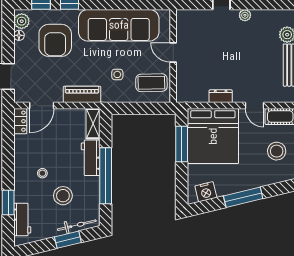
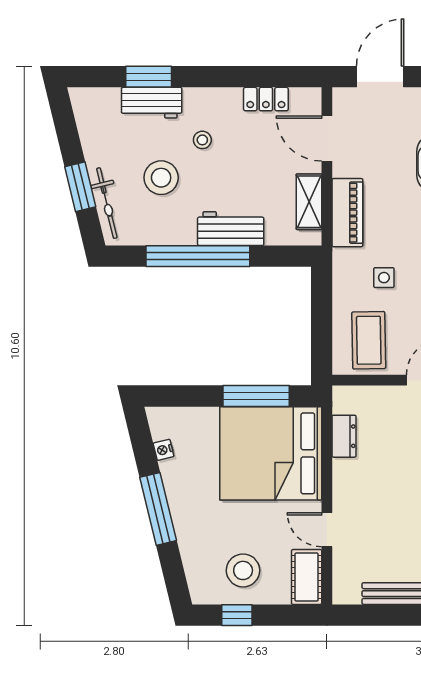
dresser: (221, 96) -> (344, 436), moved
door: (255, 106) -> (327, 530), hinge flipped
locker: (20, 121) -> (266, 99), moved
shelving: (93, 124) -> (309, 202), moved, turned 90
nightstand: (206, 192) -> (164, 450), width x0.53, depth x0.56
workbench: (22, 219) -> (152, 103), moved

